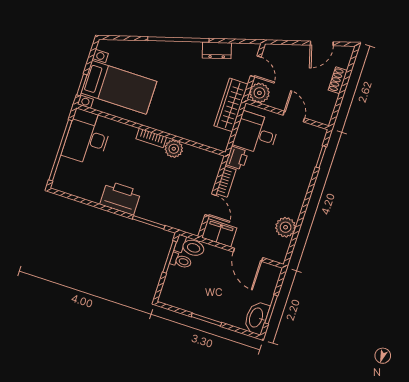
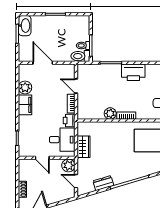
wardrobe: (231, 105) -> (84, 147), width x0.67
filing cabinet: (219, 233) -> (25, 105), moved, turned -90

